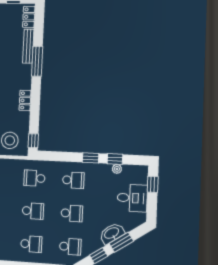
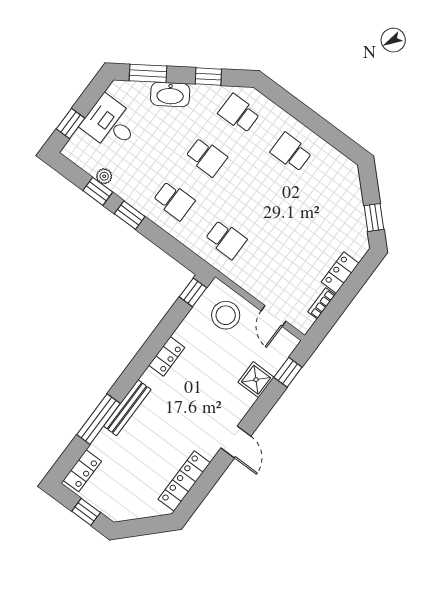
bench: (28, 46) -> (127, 408), moved
window: (37, 61) -> (99, 419), moved
school desk: (73, 180) -> (174, 201), turned 180
school desk: (33, 211) -> (258, 196), removed
school desk: (72, 213) -> (206, 157), turned 180
window: (121, 242) -> (148, 73), moved

